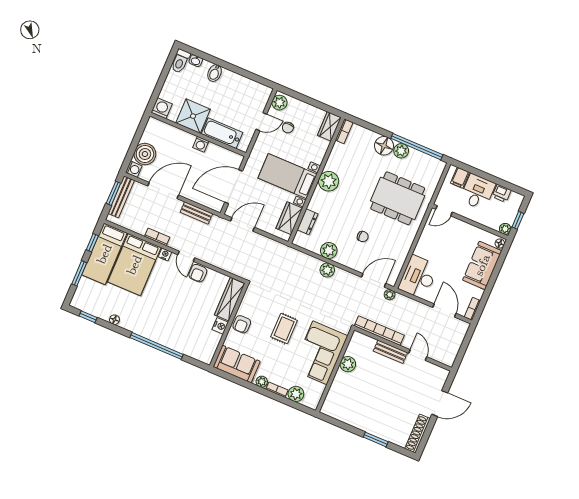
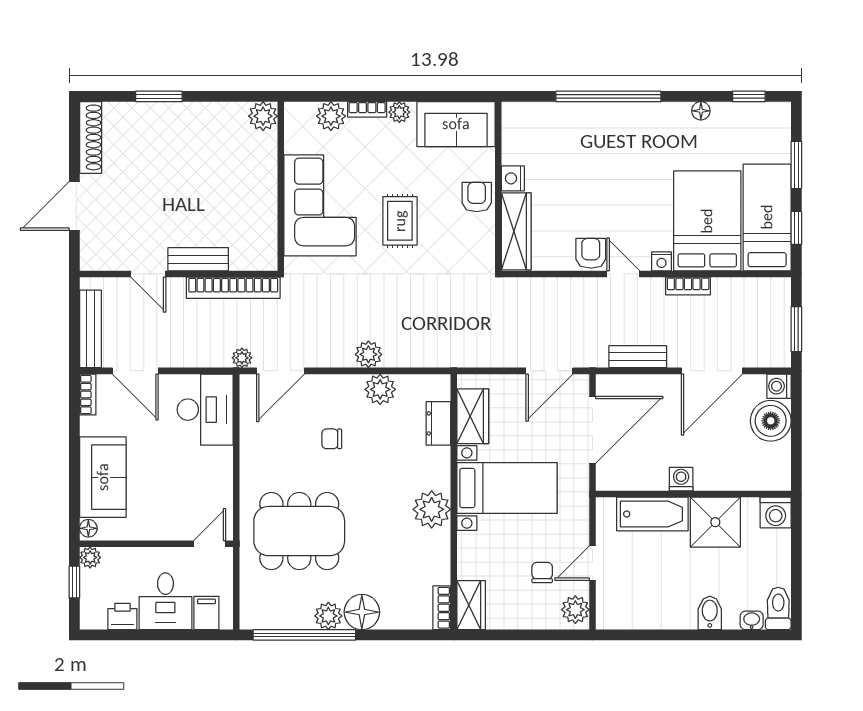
bench: (121, 197) -> (90, 329), moved
plant: (348, 364) -> (263, 116), moved

